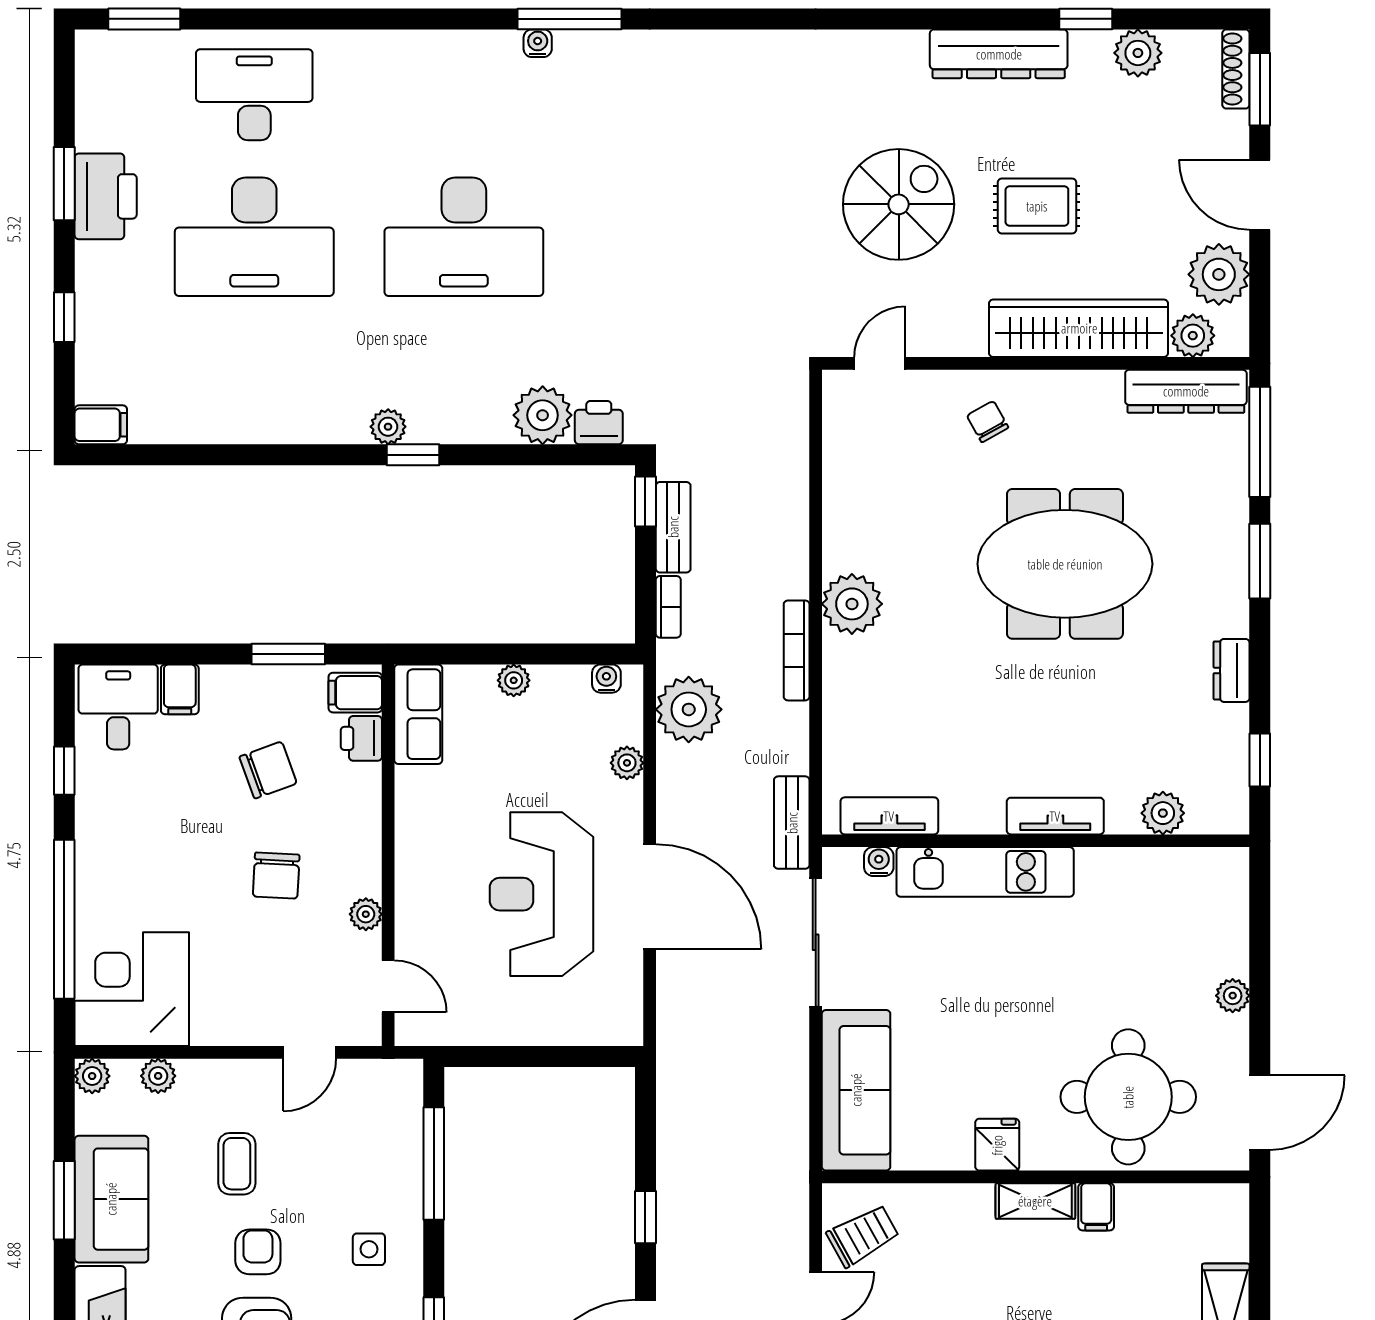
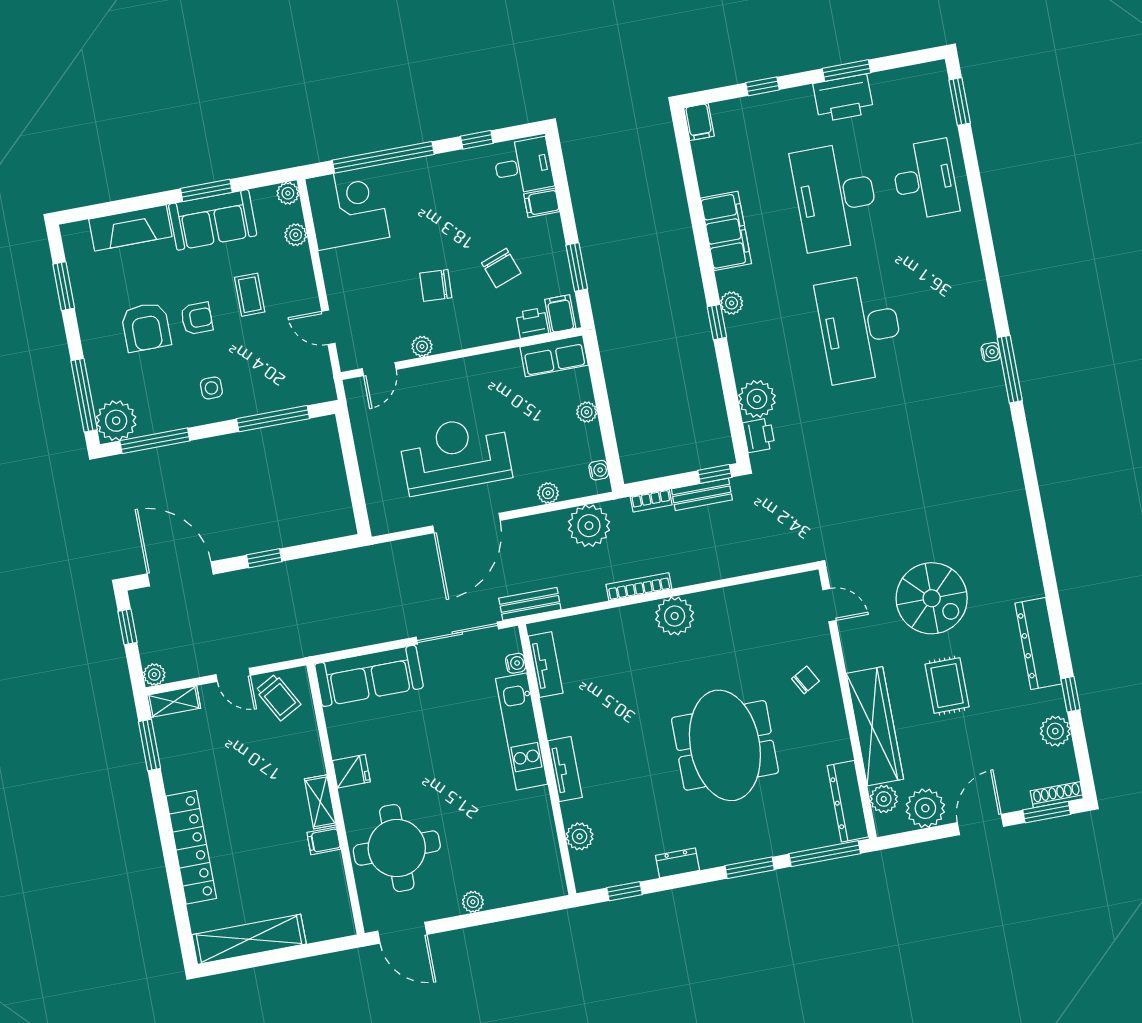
filing cabinet: (276, 415) -> (726, 231), added
coffee table: (237, 1164) -> (250, 295), turned 90

